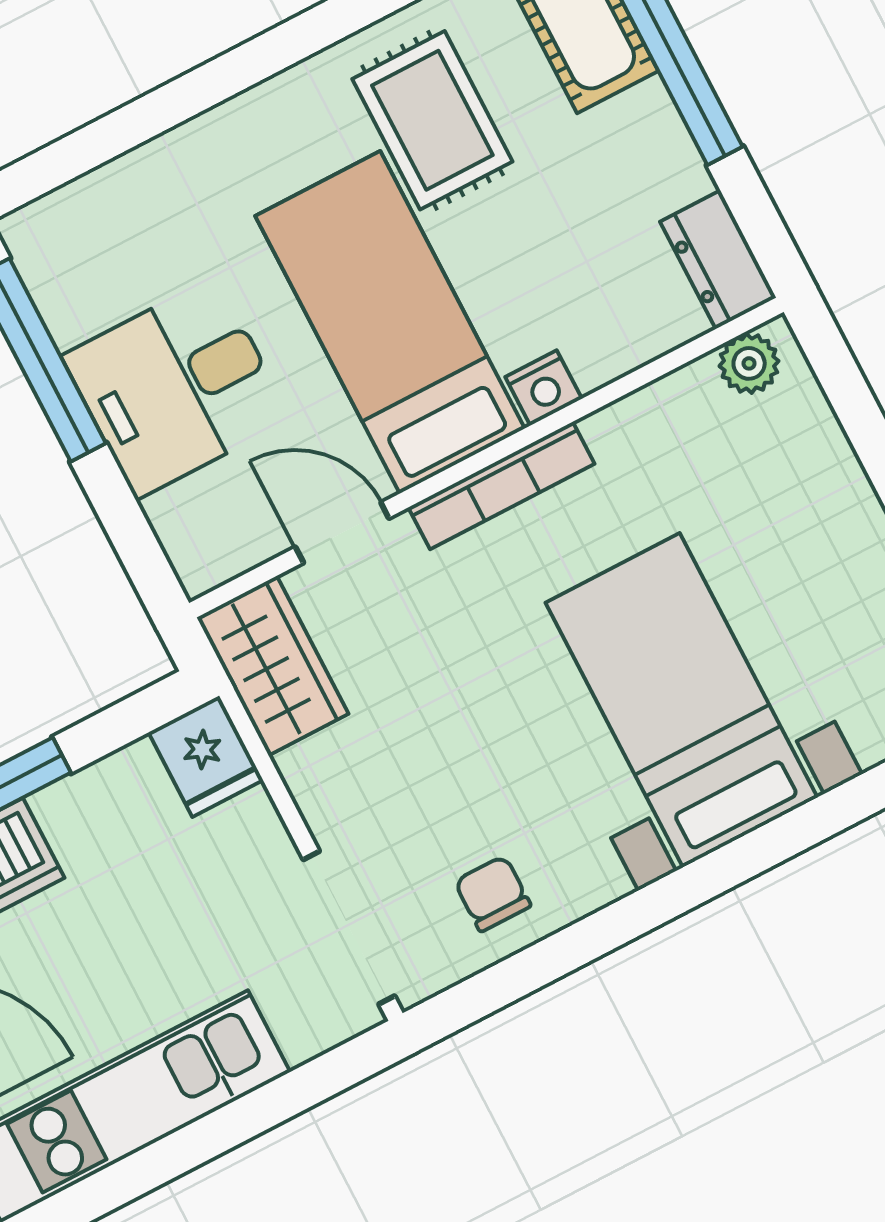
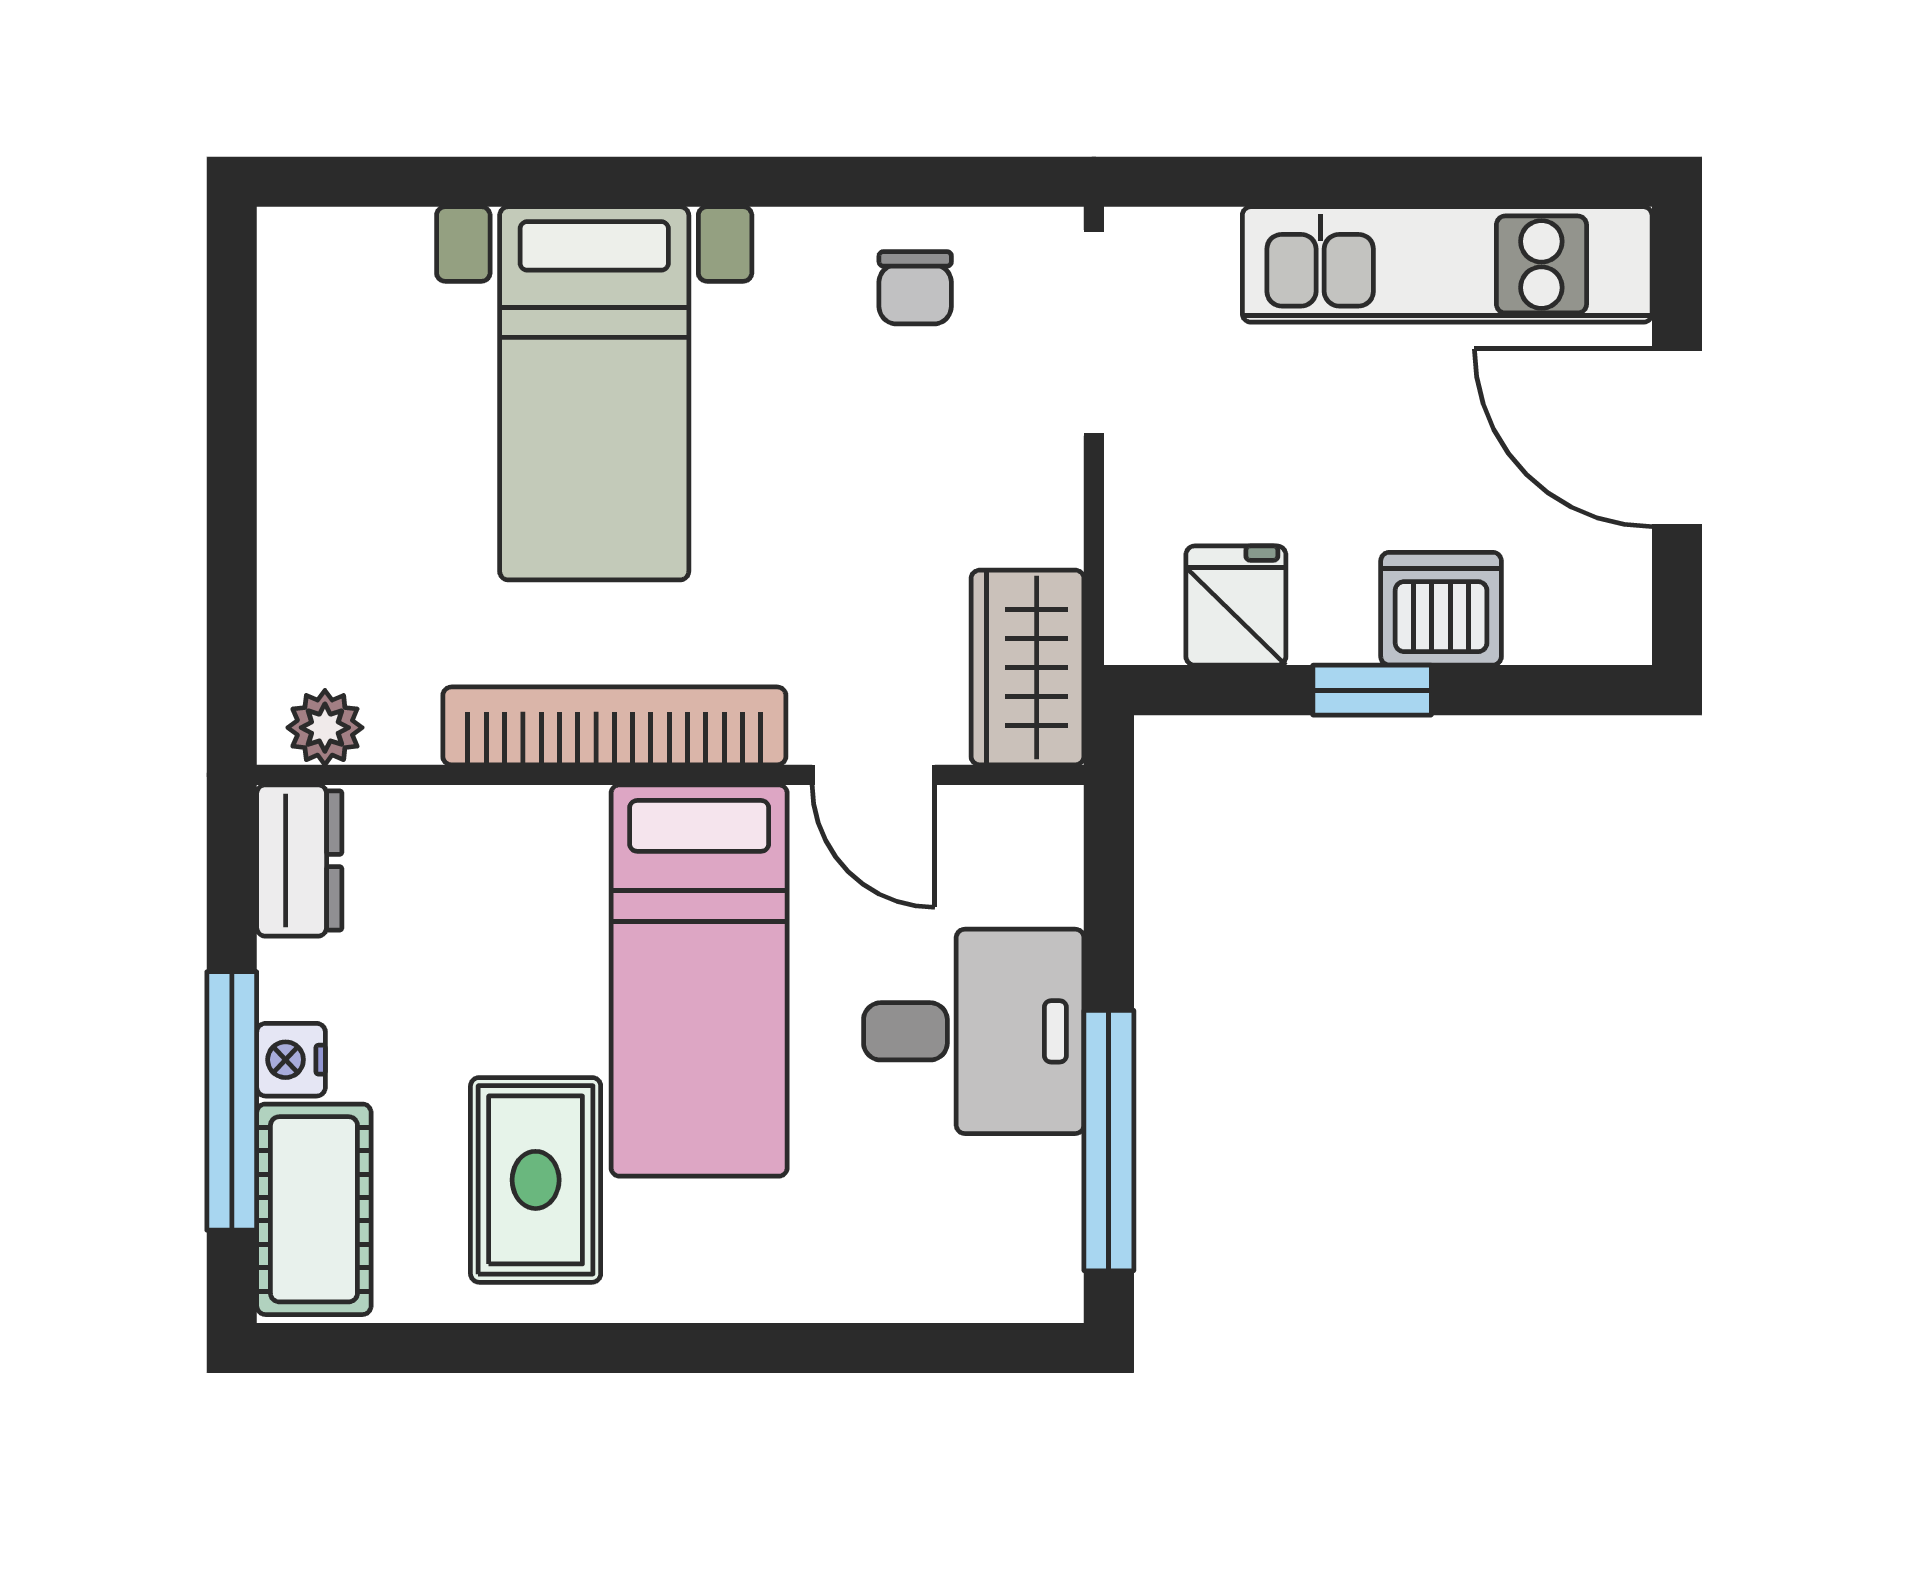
nightstand: (544, 388) -> (291, 1060), moved, turned -90
bookcase: (501, 486) -> (614, 726), width x1.48, depth x1.31
fridge: (206, 756) -> (1236, 606), moved

